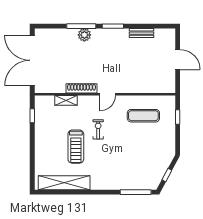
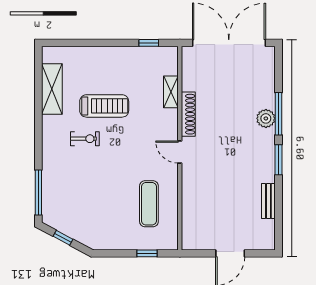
exercise bike: (98, 129) -> (85, 139), moved
treadmill: (76, 147) -> (104, 106), turned 180
shelving: (64, 183) -> (52, 89), width x0.68

